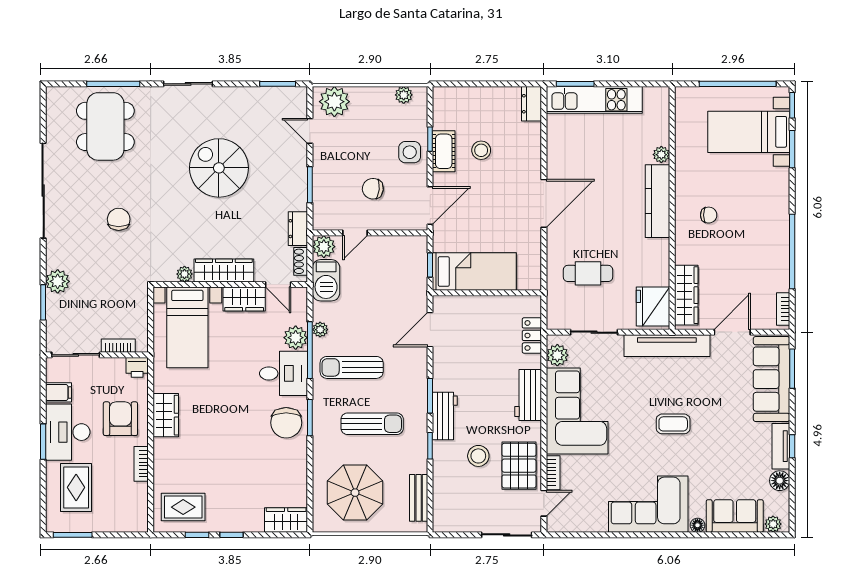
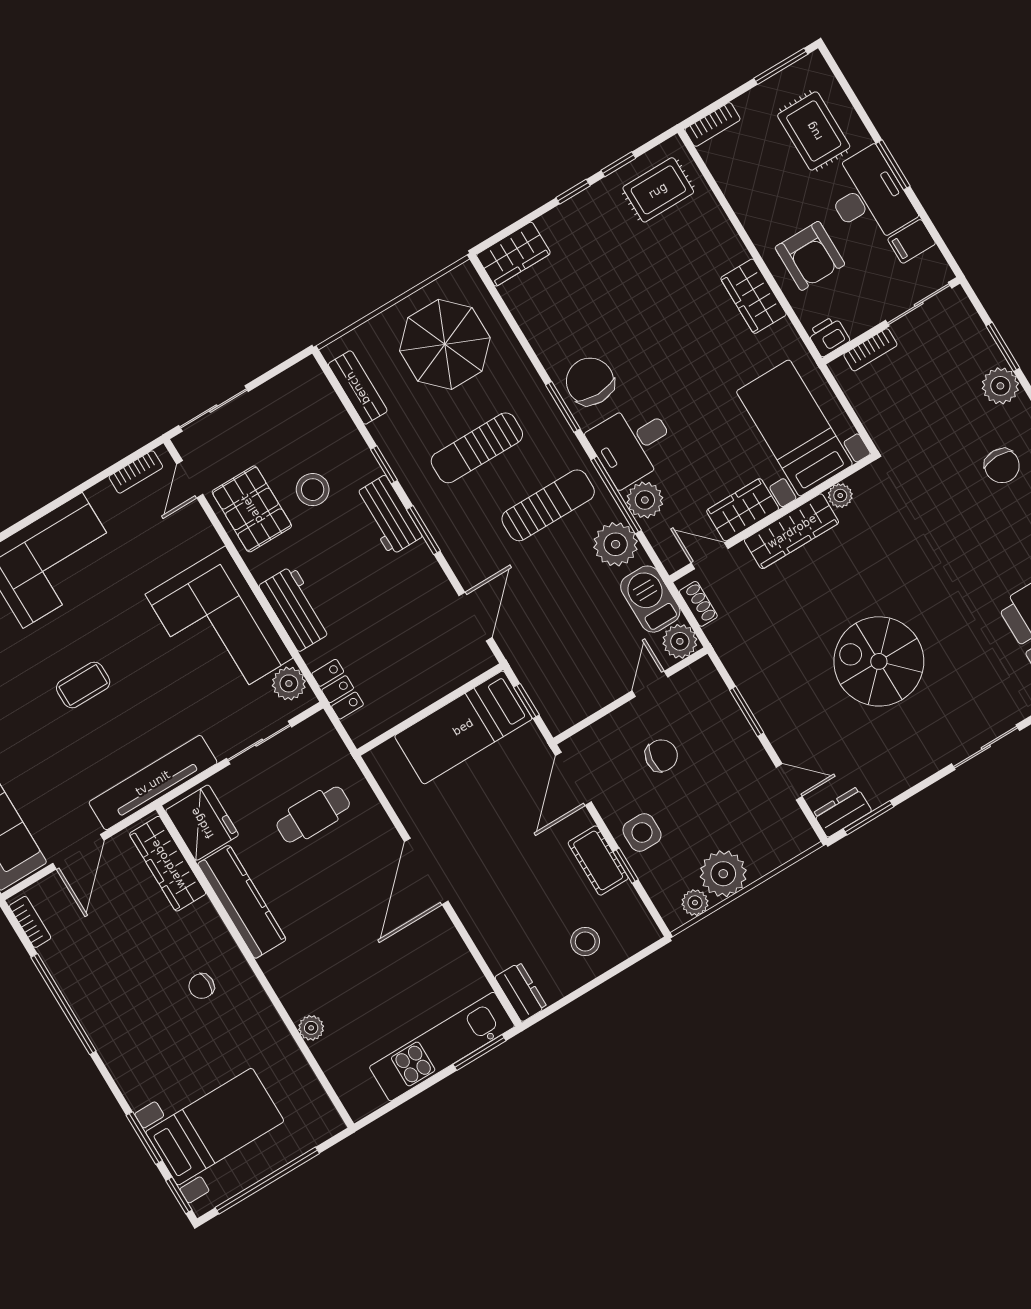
plant: (334, 102) -> (723, 874), moved
stool: (481, 150) -> (585, 941), moved
spiral stairs: (219, 168) -> (879, 661), turned 180
kitchen counter: (657, 201) -> (242, 902), moved
chair: (119, 219) -> (1002, 466), moved
dresser: (298, 229) -> (842, 812), moved, turned -90
plant: (320, 330) -> (616, 544), width x1.87, depth x1.87
bookcase: (141, 464) -> (712, 124), moved, turned 90
bookcase: (553, 473) -> (136, 472), moved, turned -90

